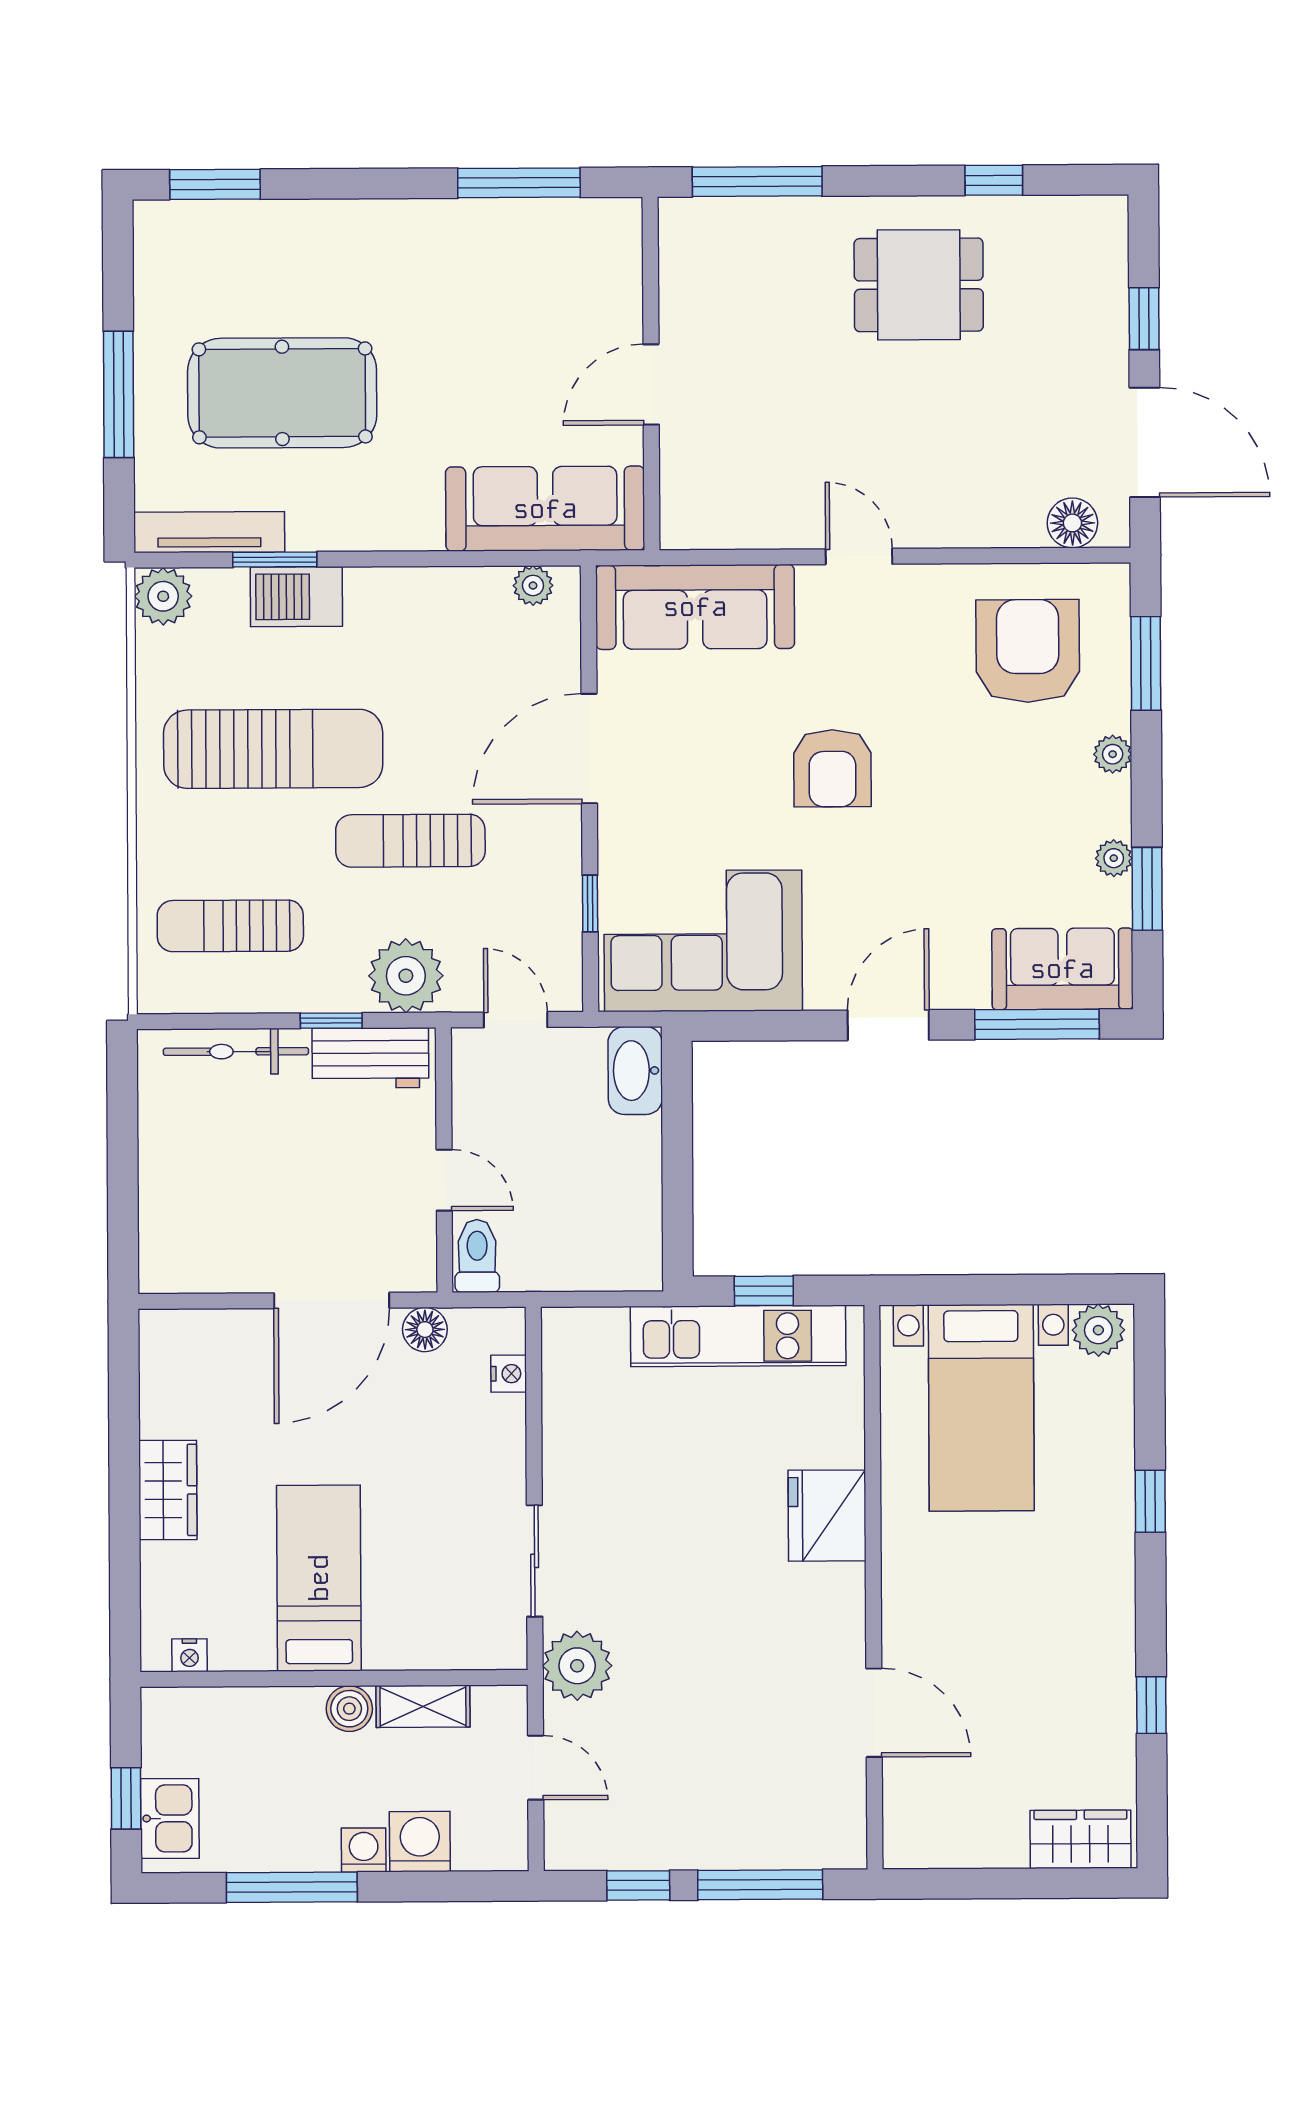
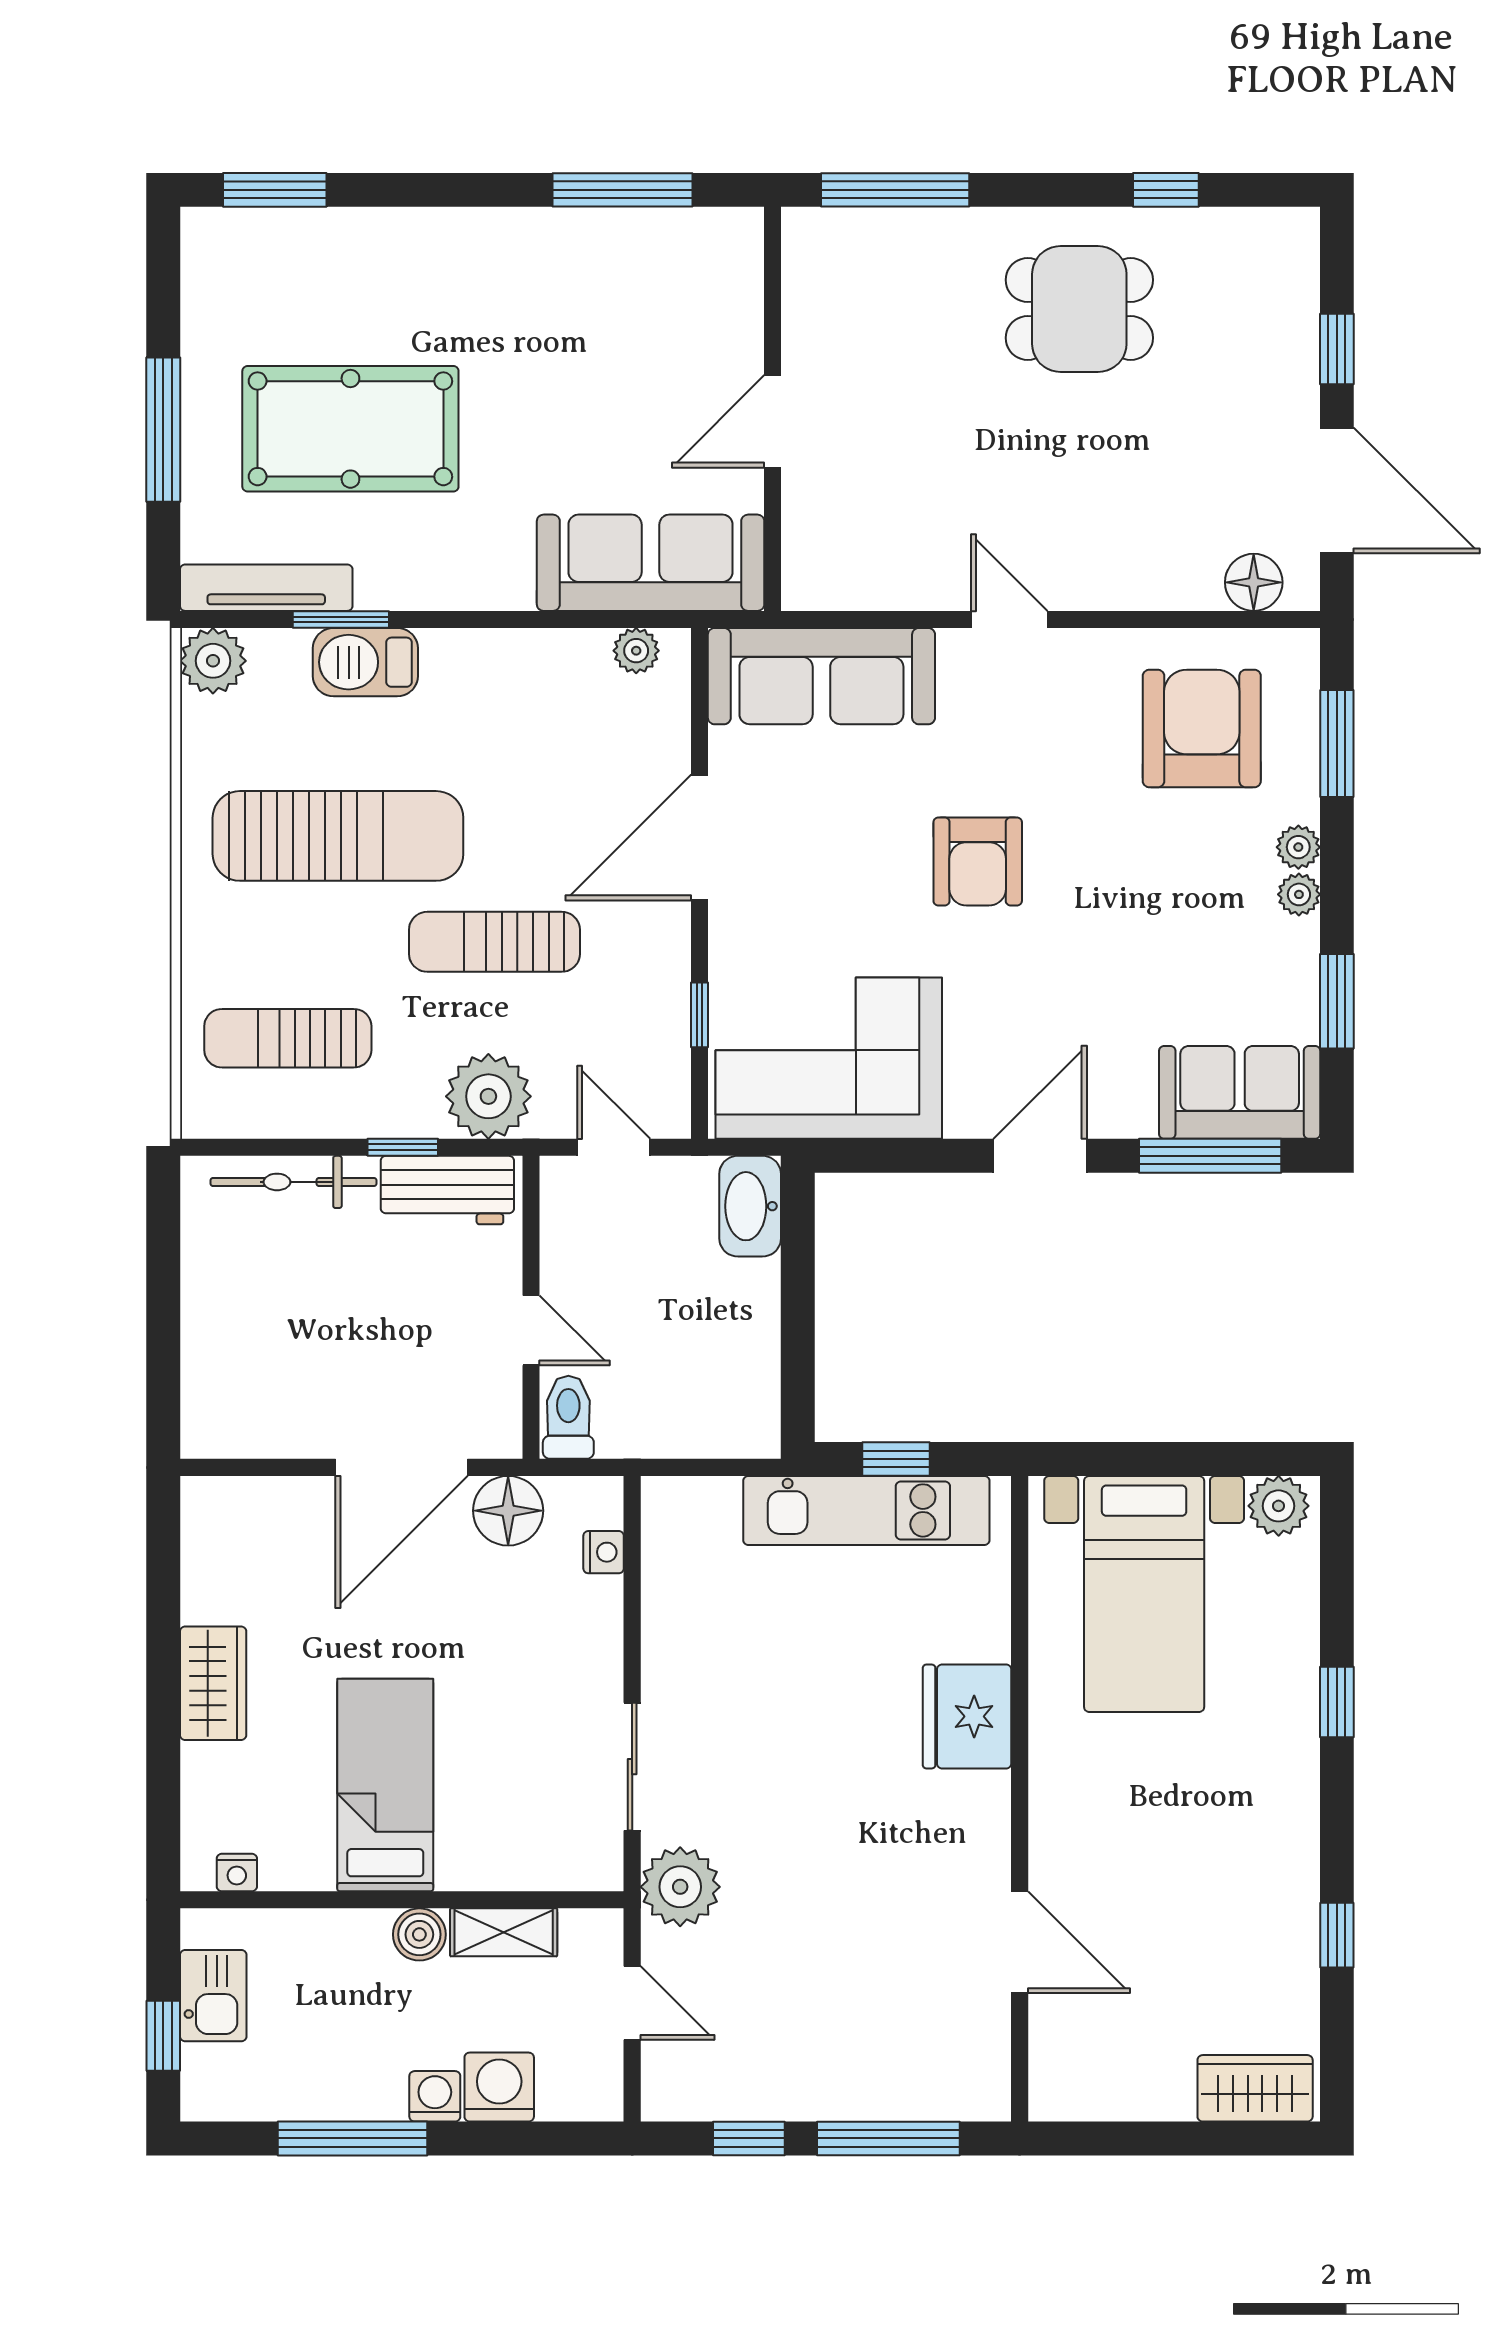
plant: (1114, 858) -> (1299, 894), moved
floor lamp: (425, 1330) -> (508, 1511), width x1.38, depth x1.38
kitchen sink: (170, 1818) -> (213, 1996), moved

